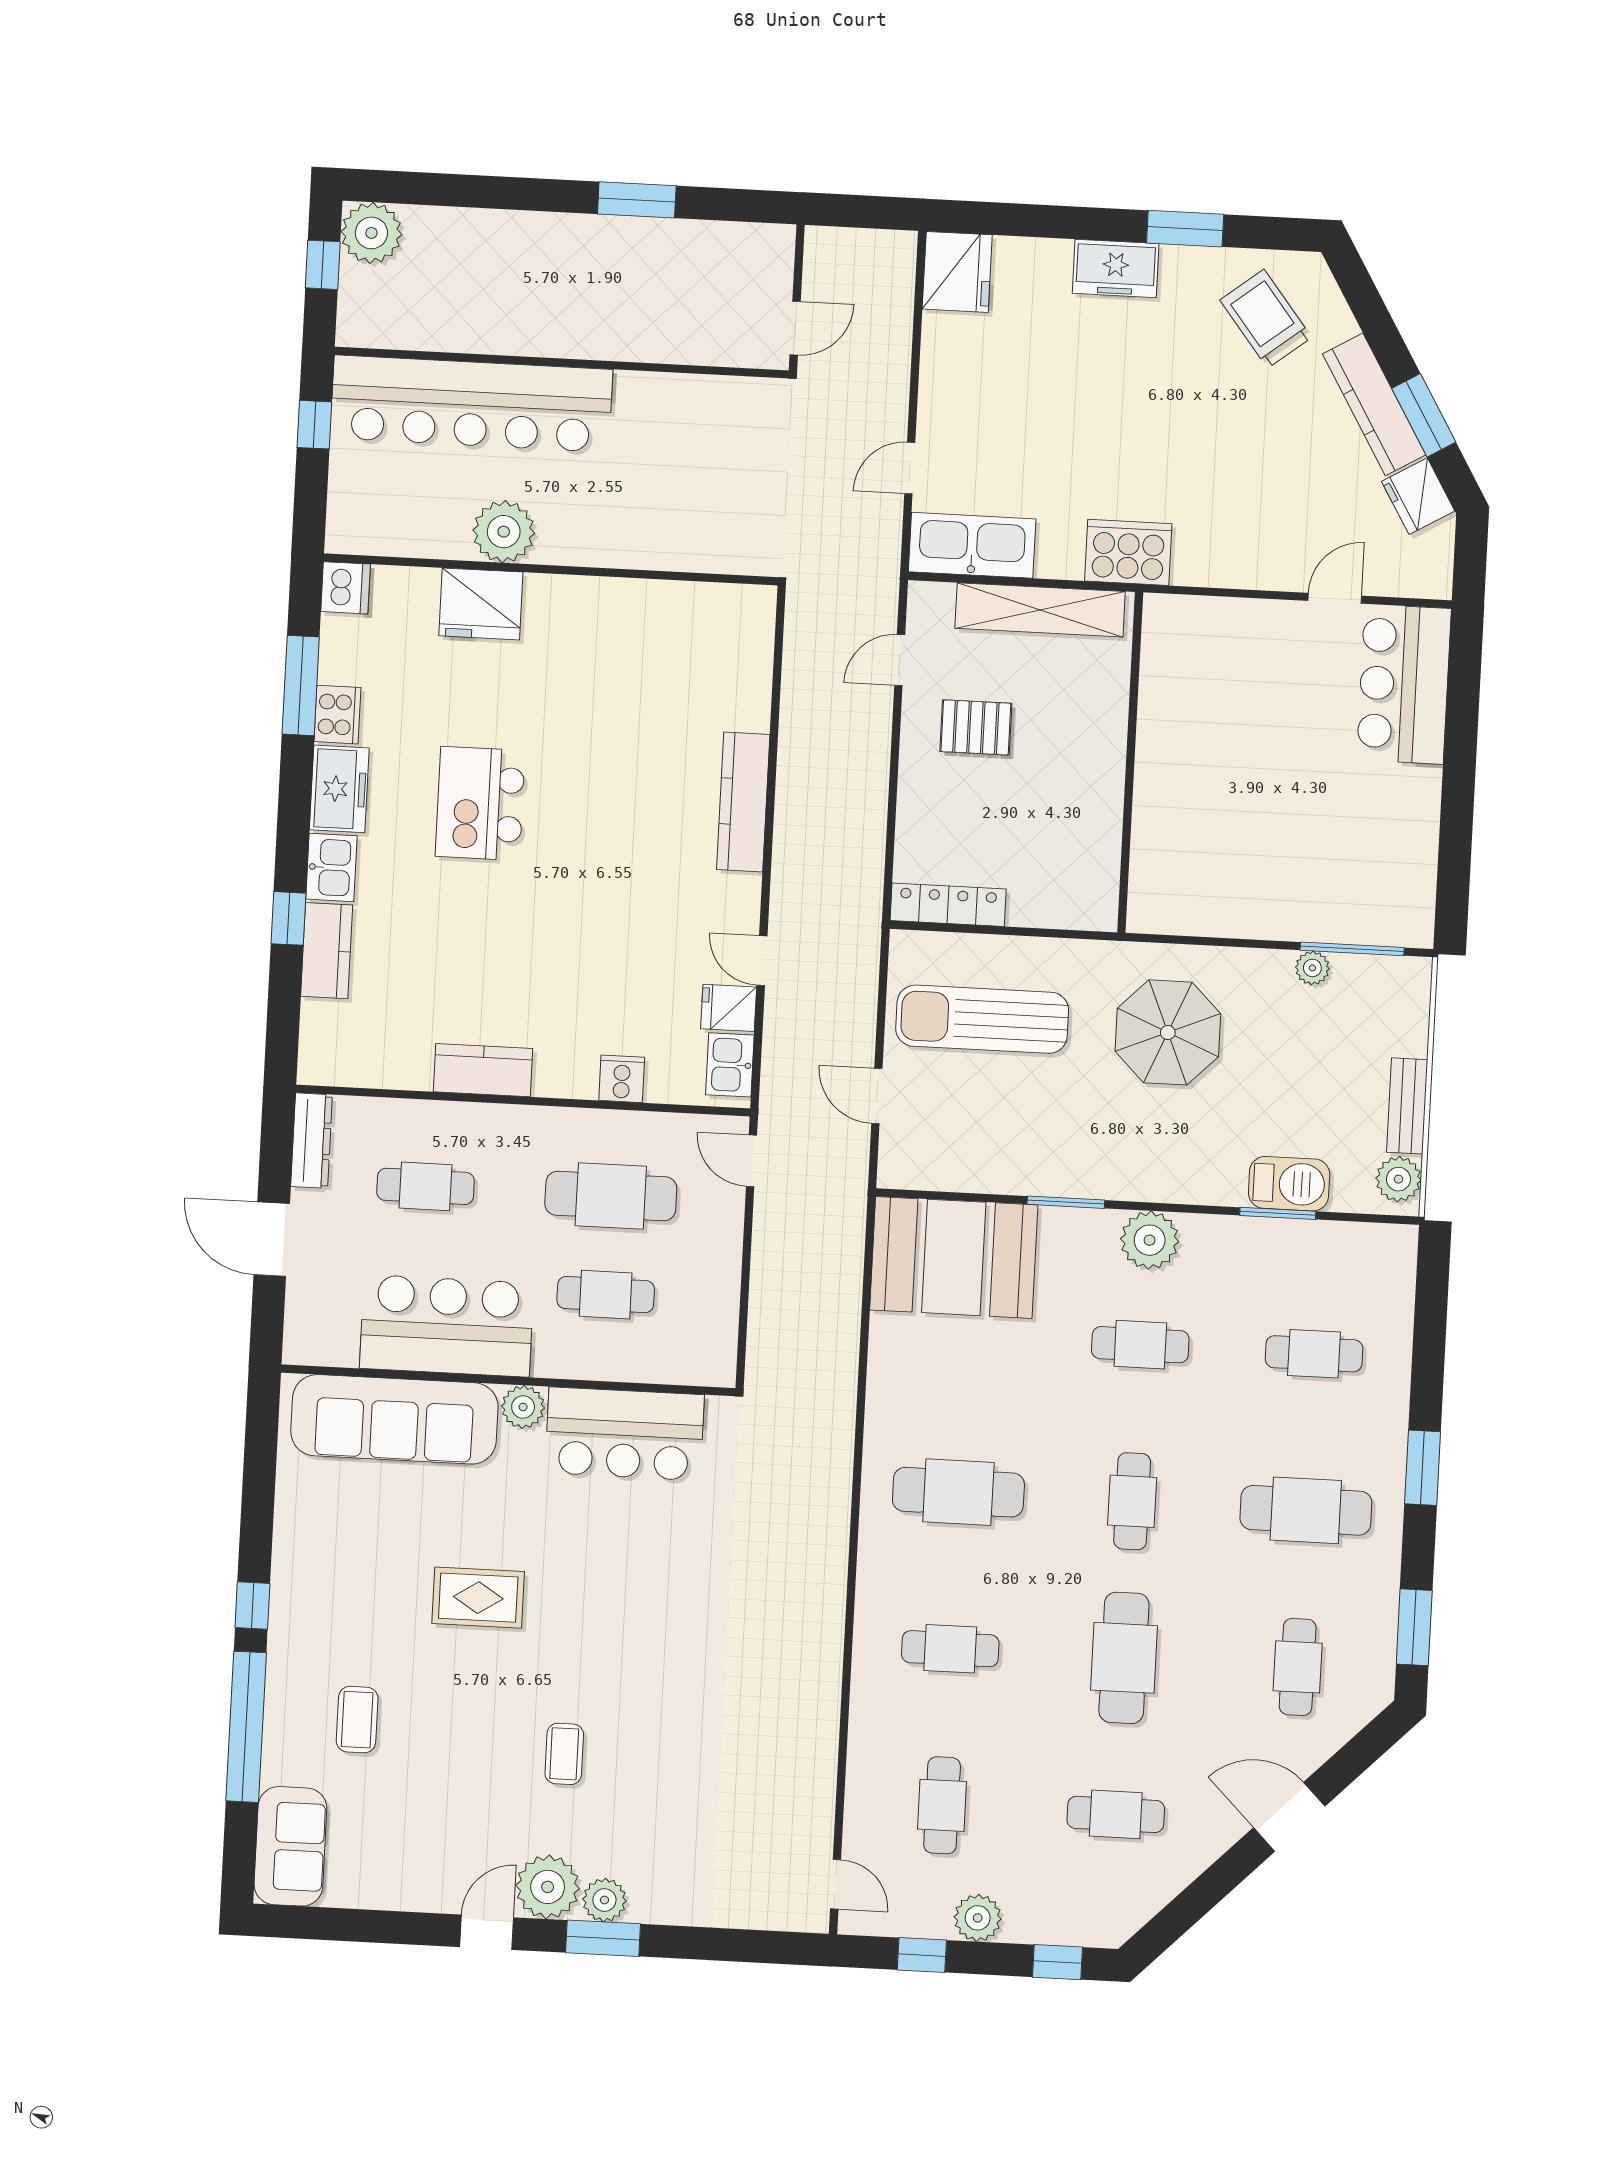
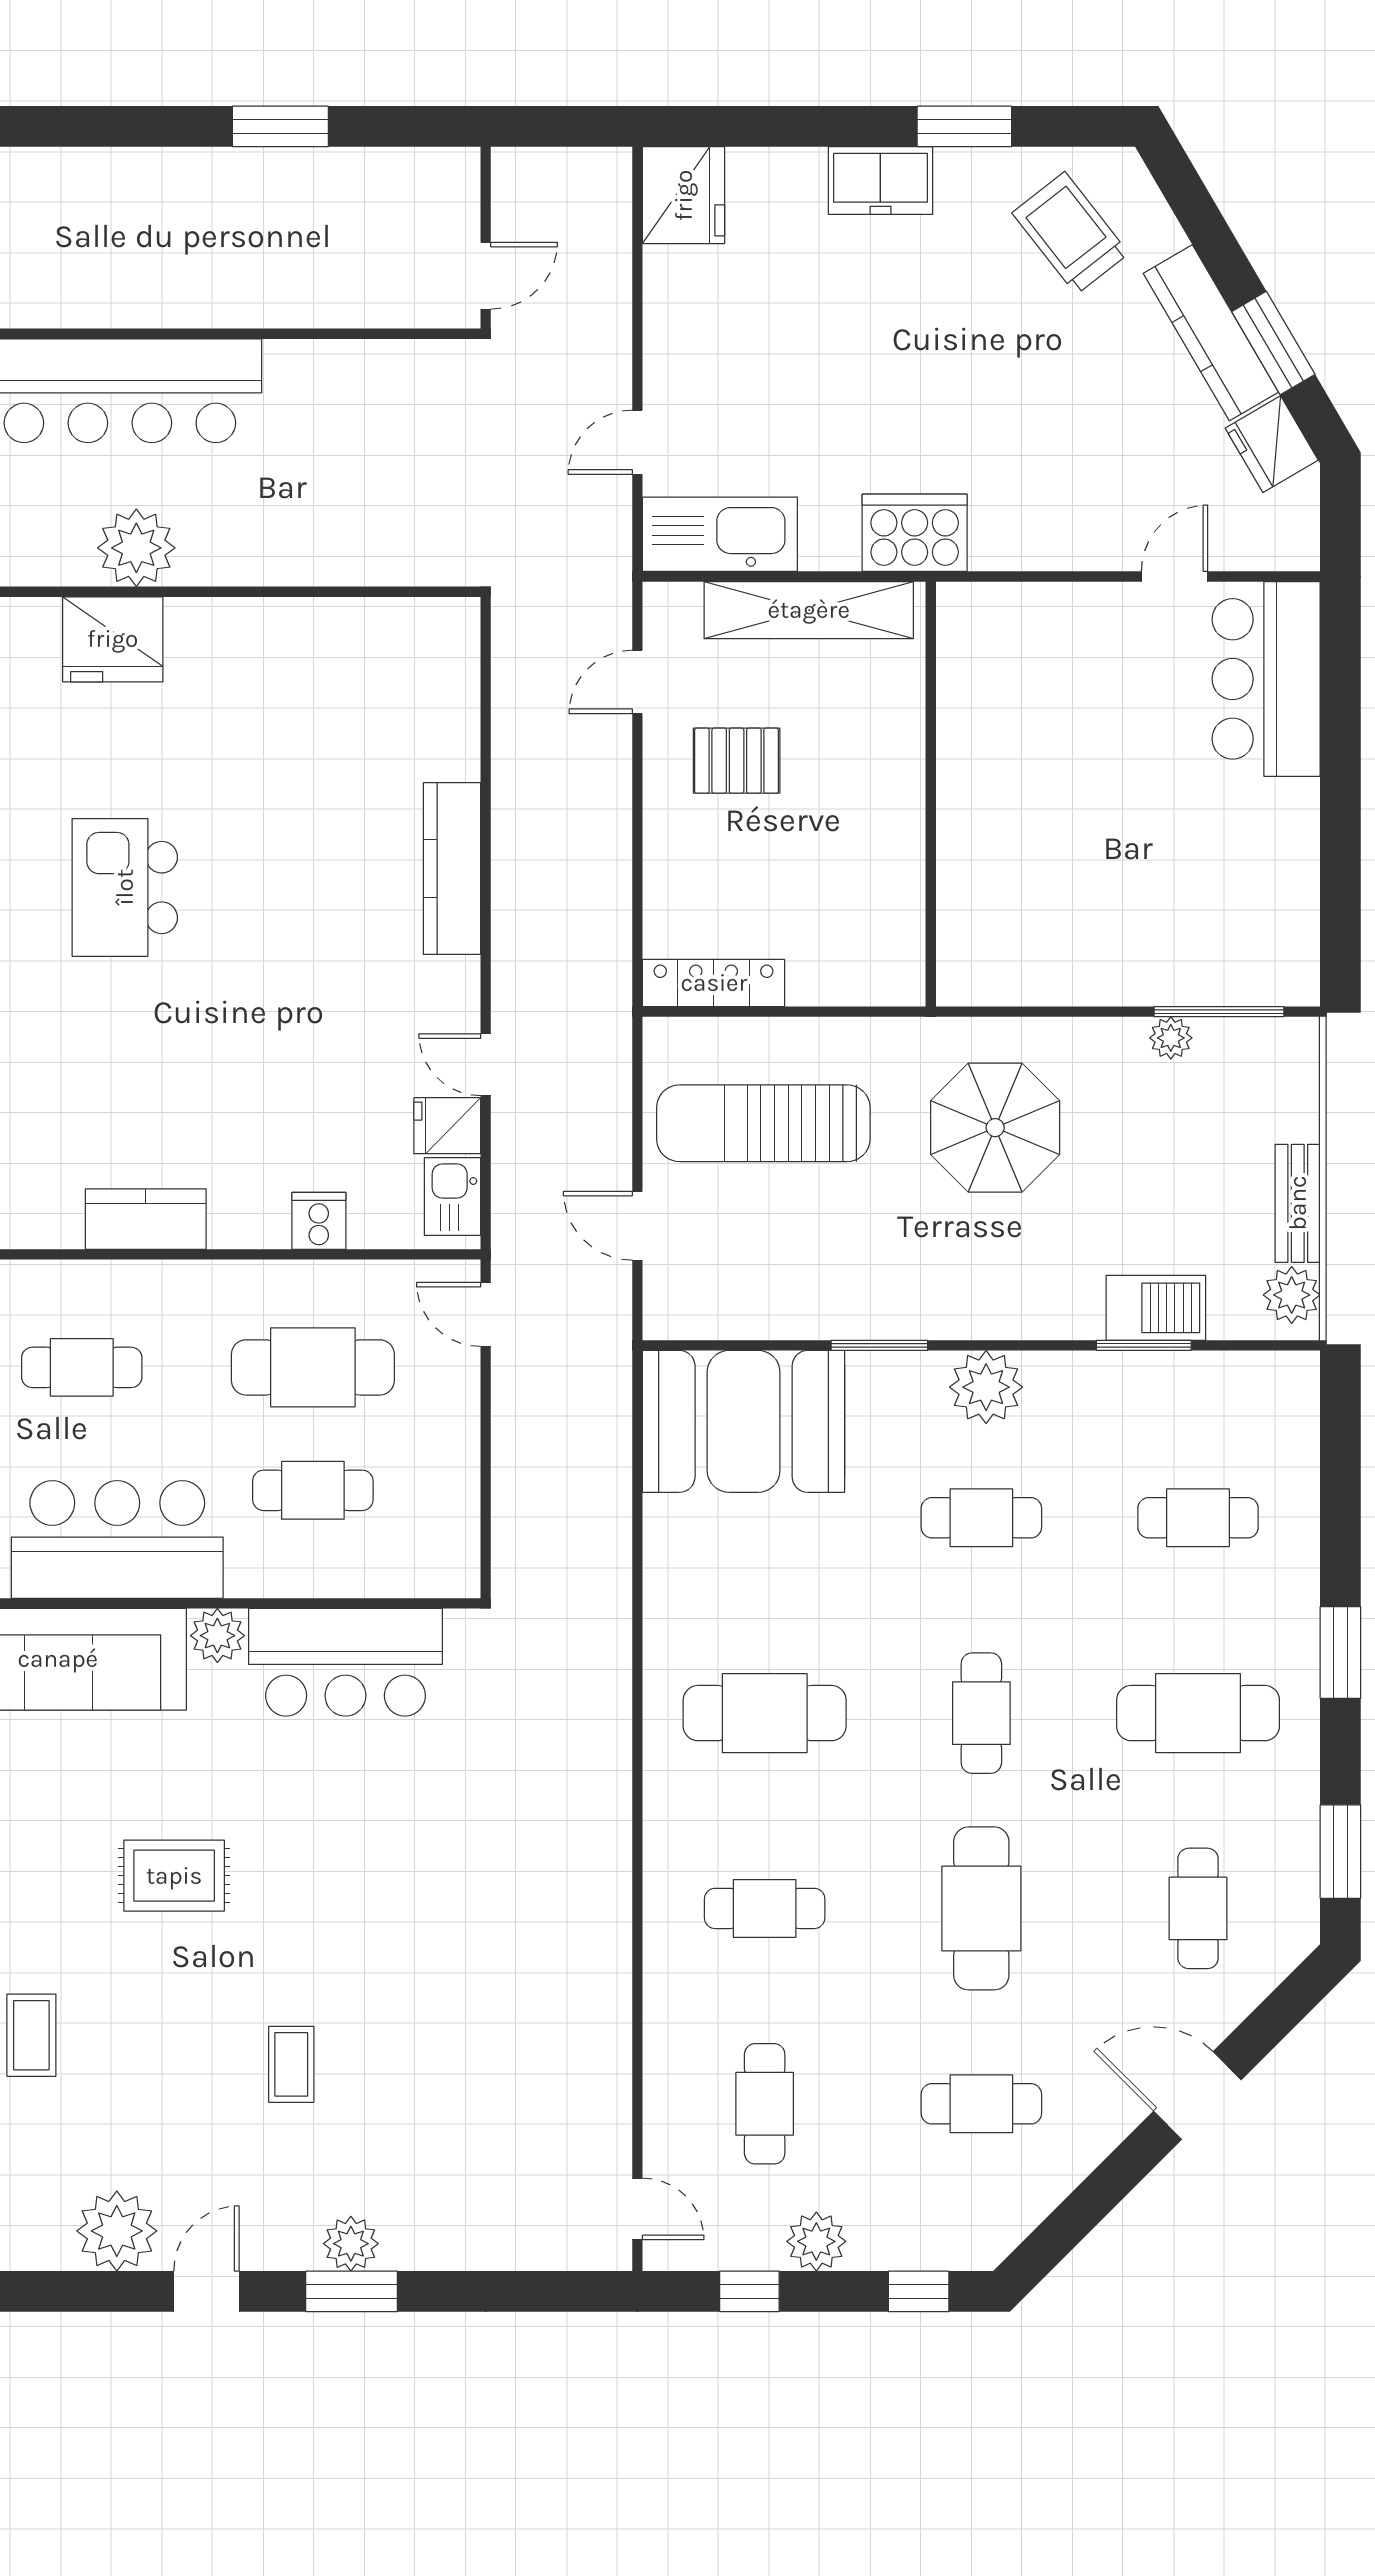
plant: (548, 1887) -> (117, 2231), moved

